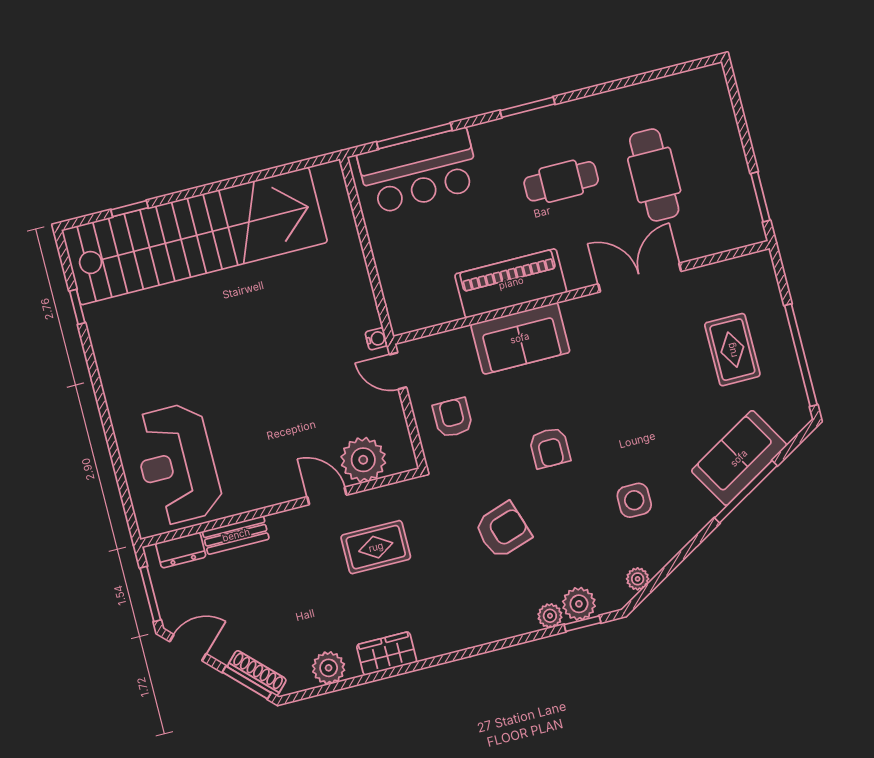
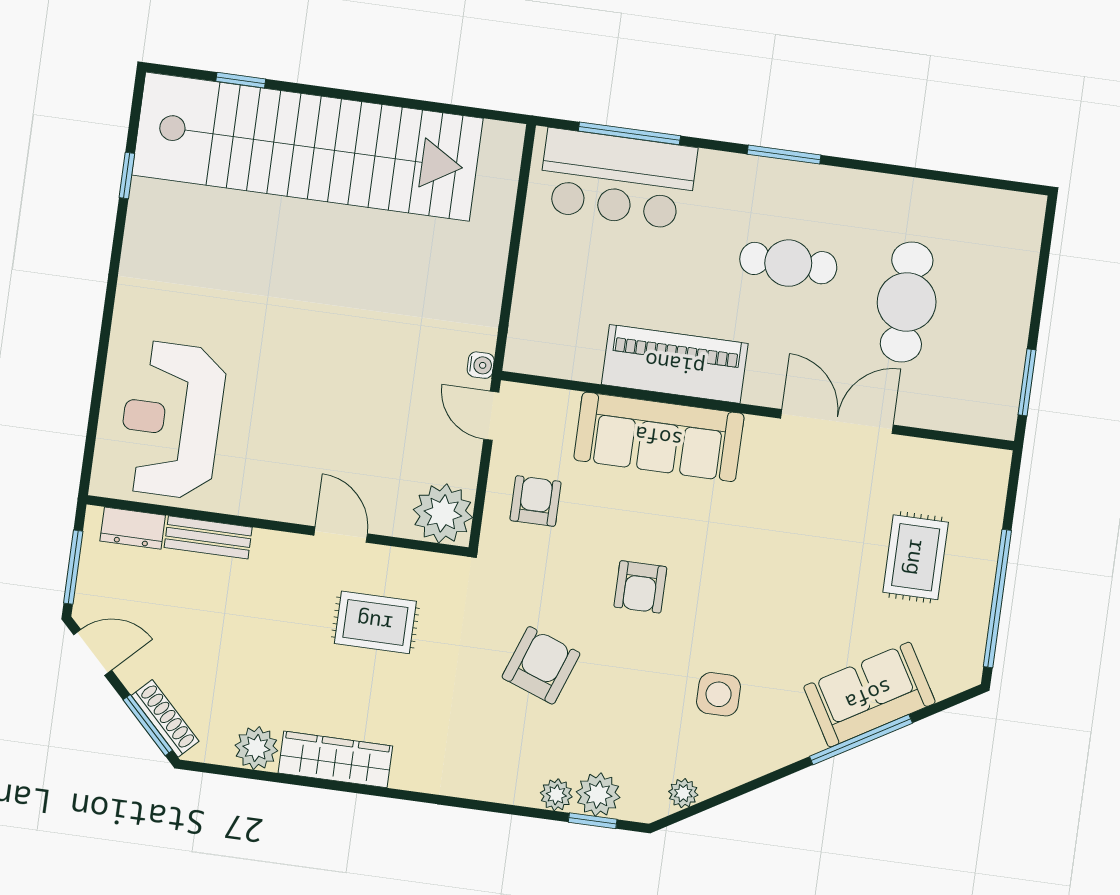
sofa: (520, 338) -> (659, 437), width x1.36
plant: (363, 460) -> (443, 513), moved
armchair: (503, 530) -> (541, 665), turned -52
wardrobe: (387, 654) -> (335, 759), width x1.50

